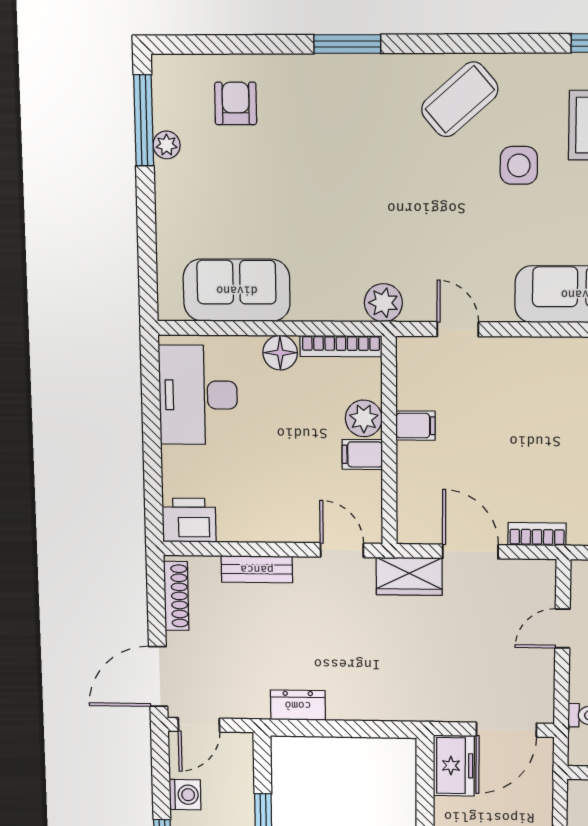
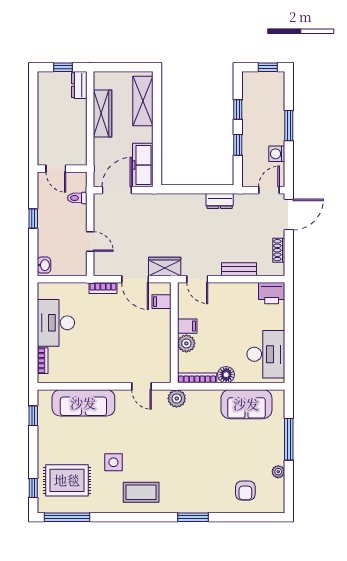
coffee table: (460, 99) -> (141, 492), turned 41
window: (144, 120) -> (289, 439), moved
filing cabinet: (415, 426) -> (162, 302), moved
shoe rack: (176, 596) -> (279, 250), width x0.70
door: (562, 628) -> (90, 241), hinge flipped
freezer: (454, 766) -> (143, 165), width x1.40

